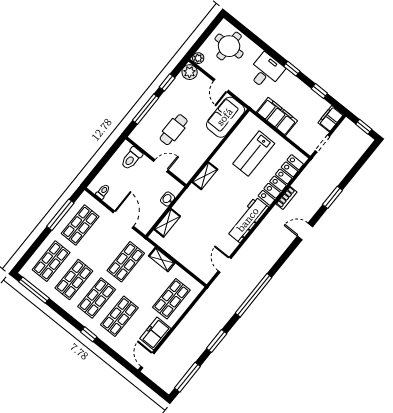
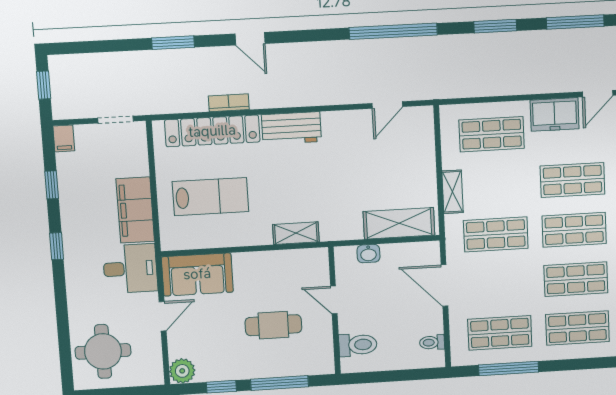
plant: (198, 58) -> (155, 376), removed
desk: (266, 71) -> (130, 269), moved, turned 180
filing cabinet: (331, 119) -> (64, 138), width x0.50
door: (123, 219) -> (444, 286), hinge flipped
workbench: (248, 220) -> (291, 128), width x0.73
shelving: (167, 223) -> (399, 223), width x1.50, depth x1.33

